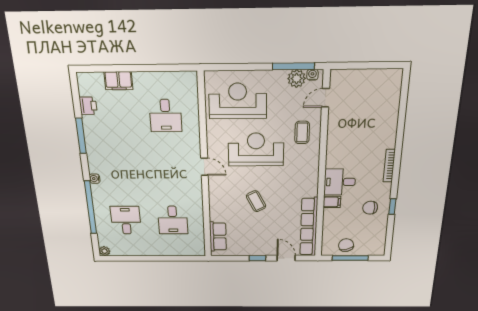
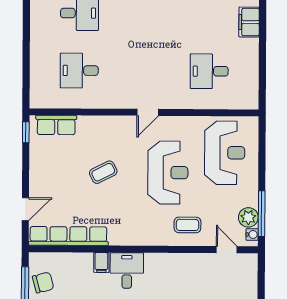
window: (257, 258) -> (26, 132), moved

